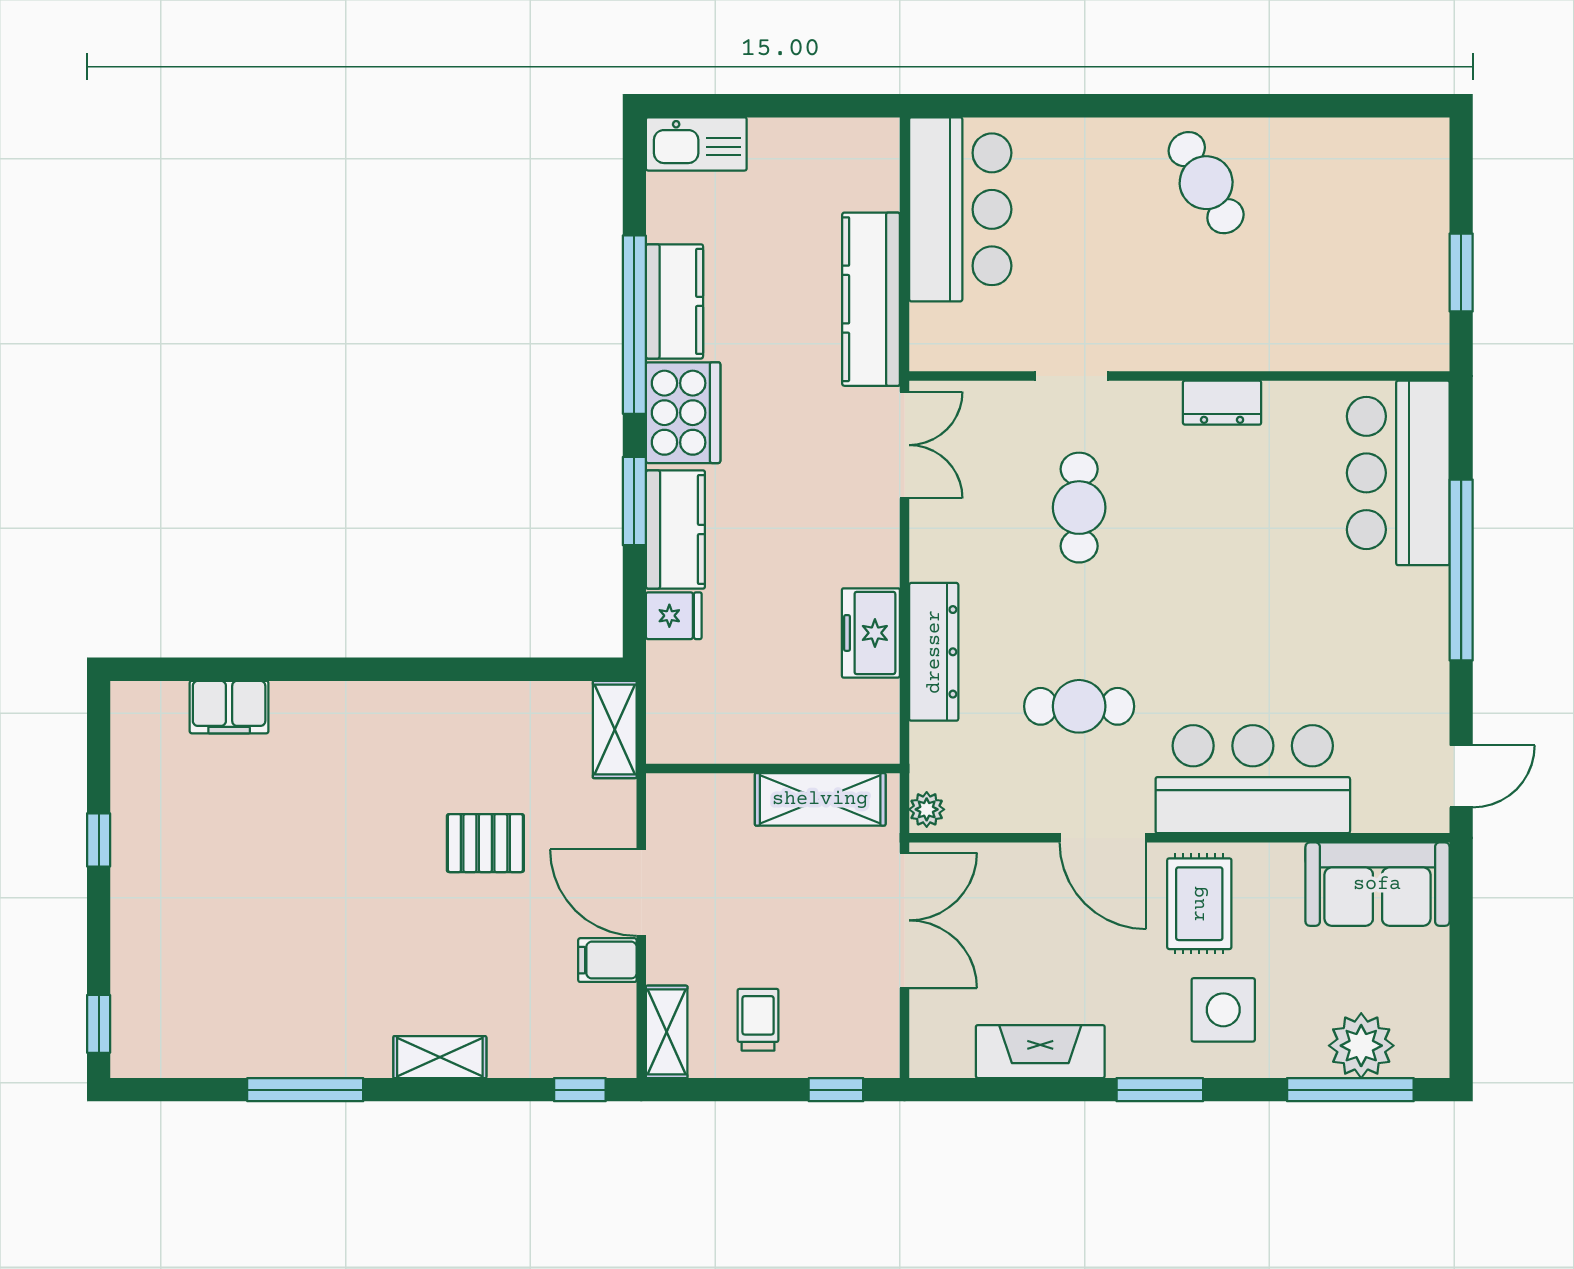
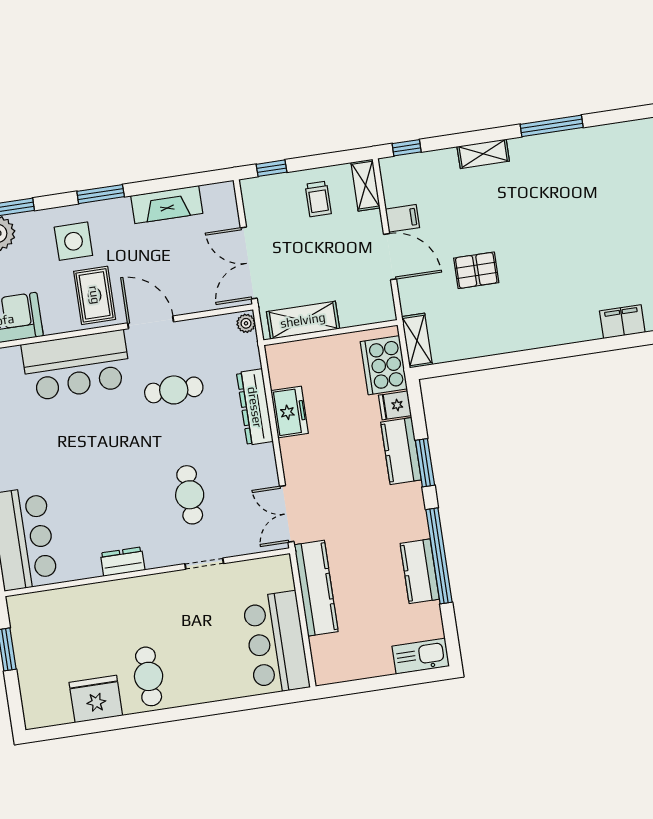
fridge: (1310, 156) -> (96, 699), added
cafe table: (1206, 183) -> (149, 676), turned 30
cooker: (683, 413) -> (384, 365), moved

